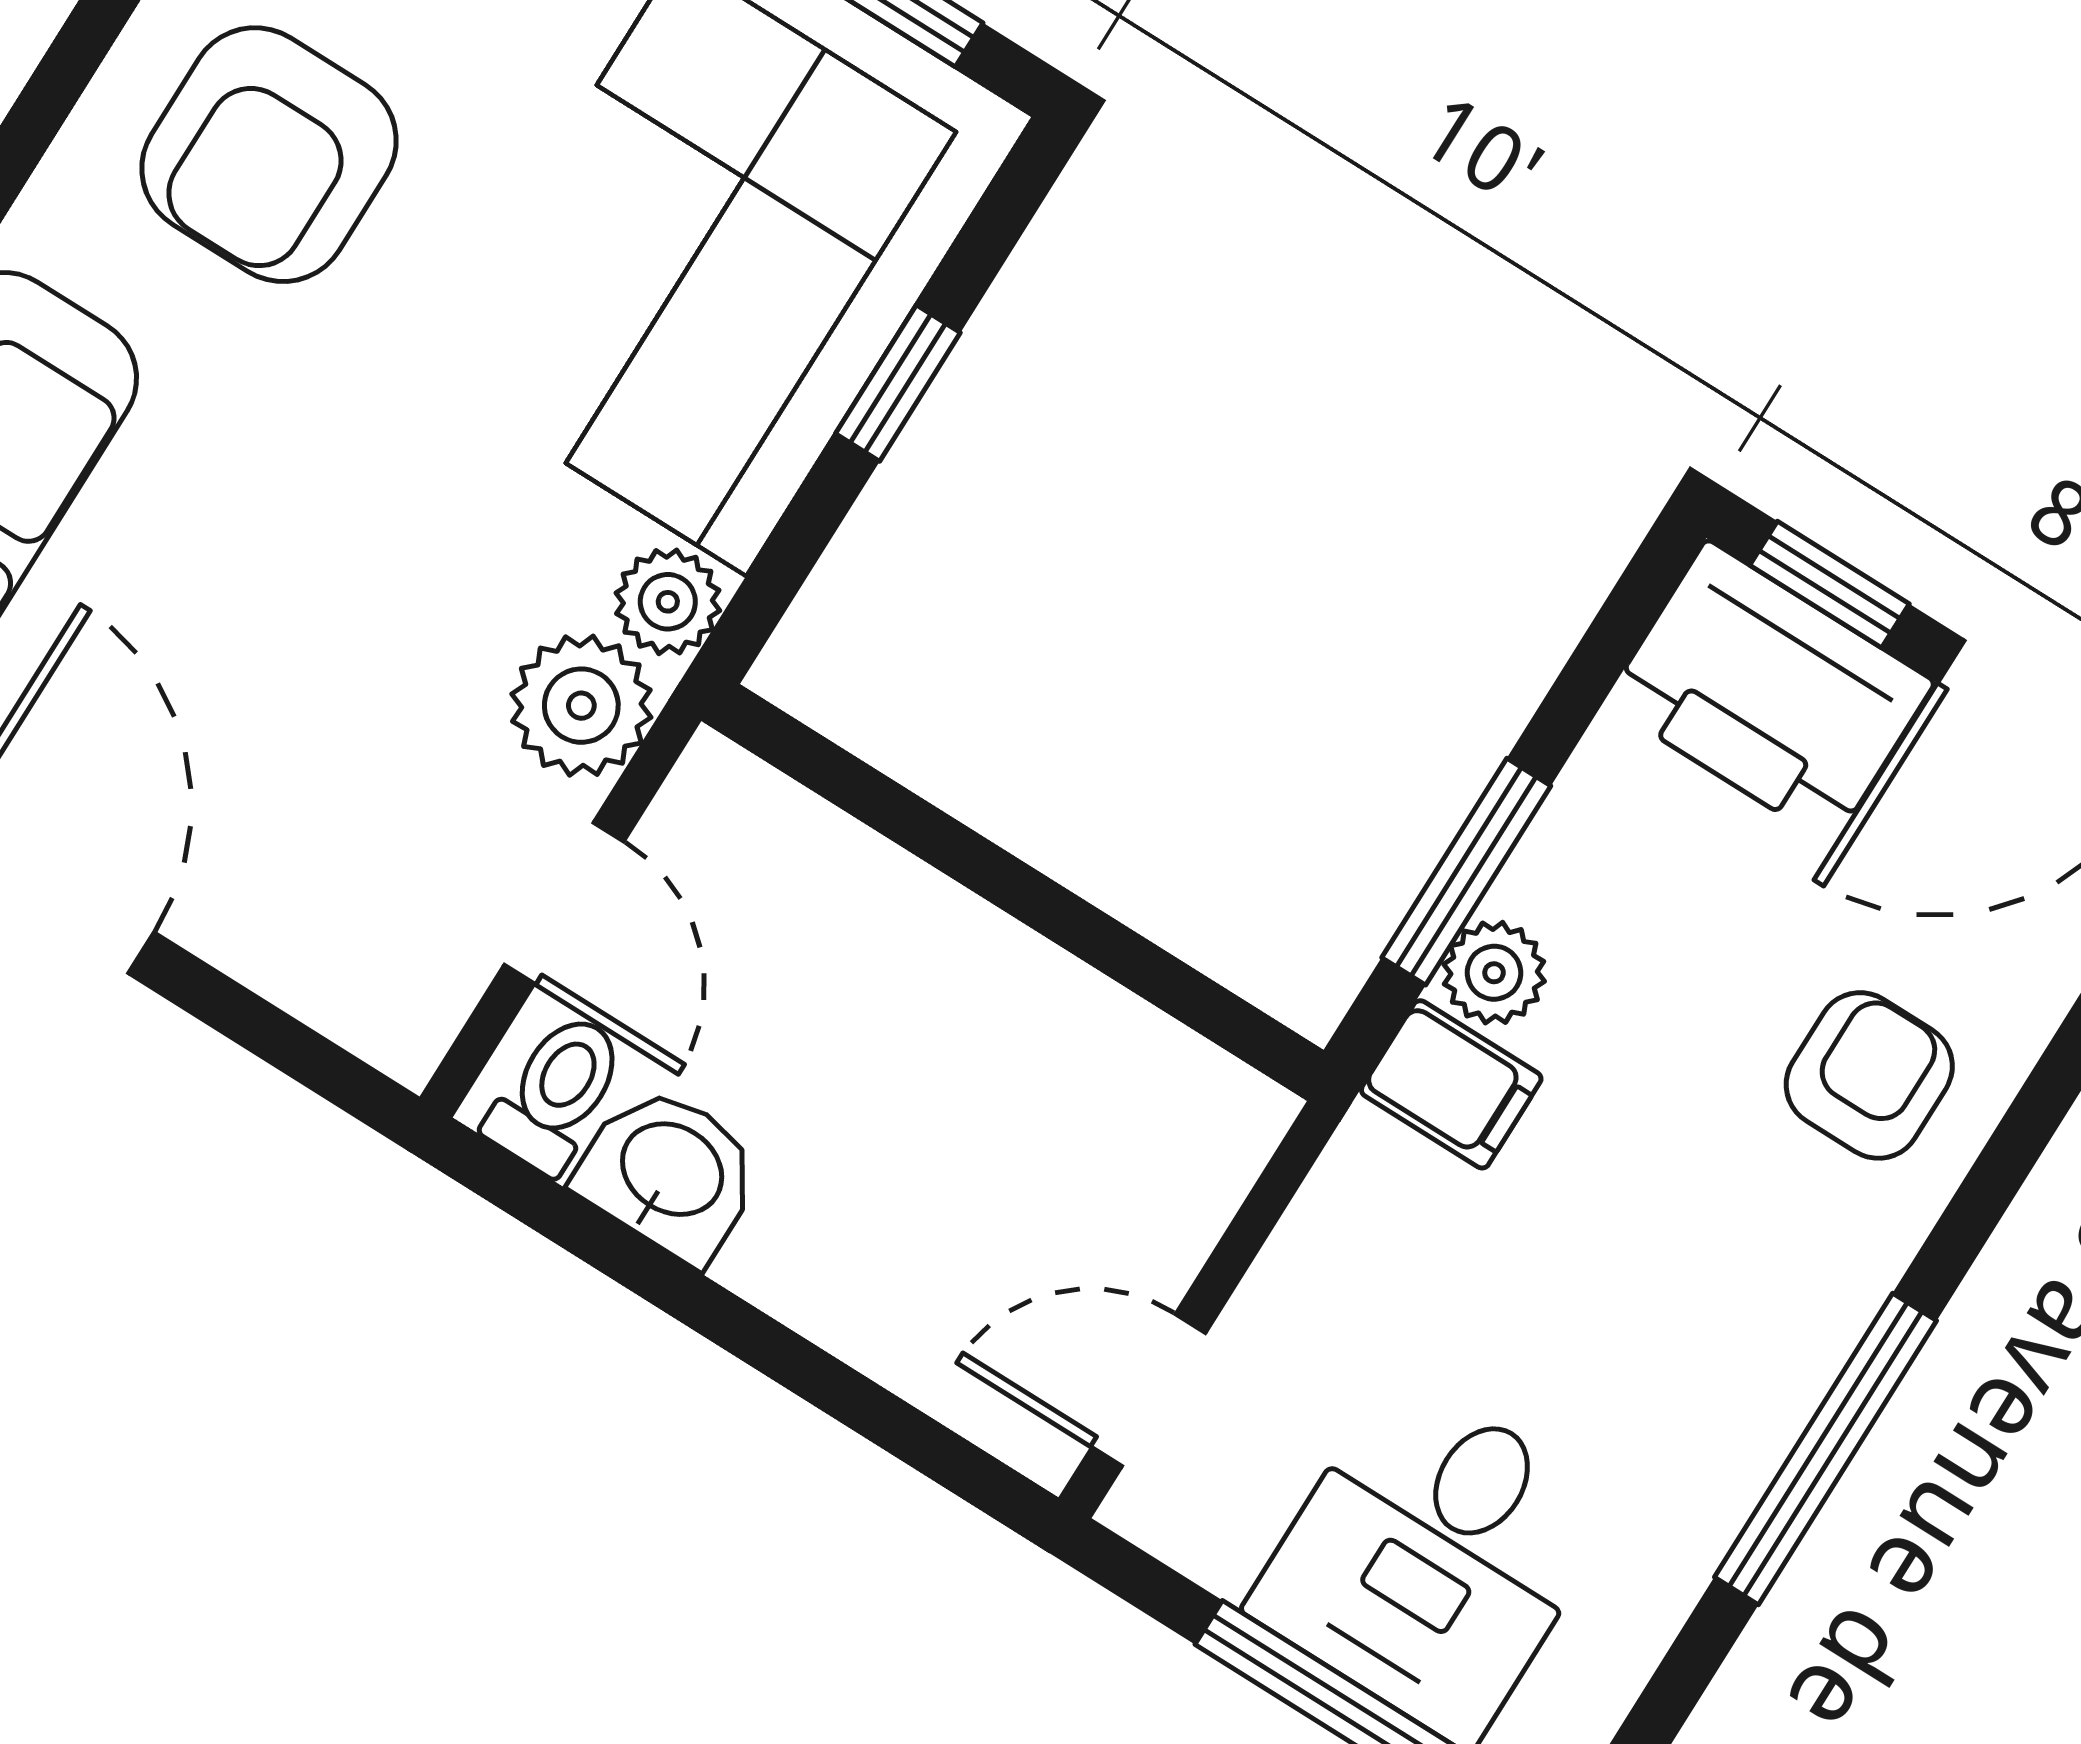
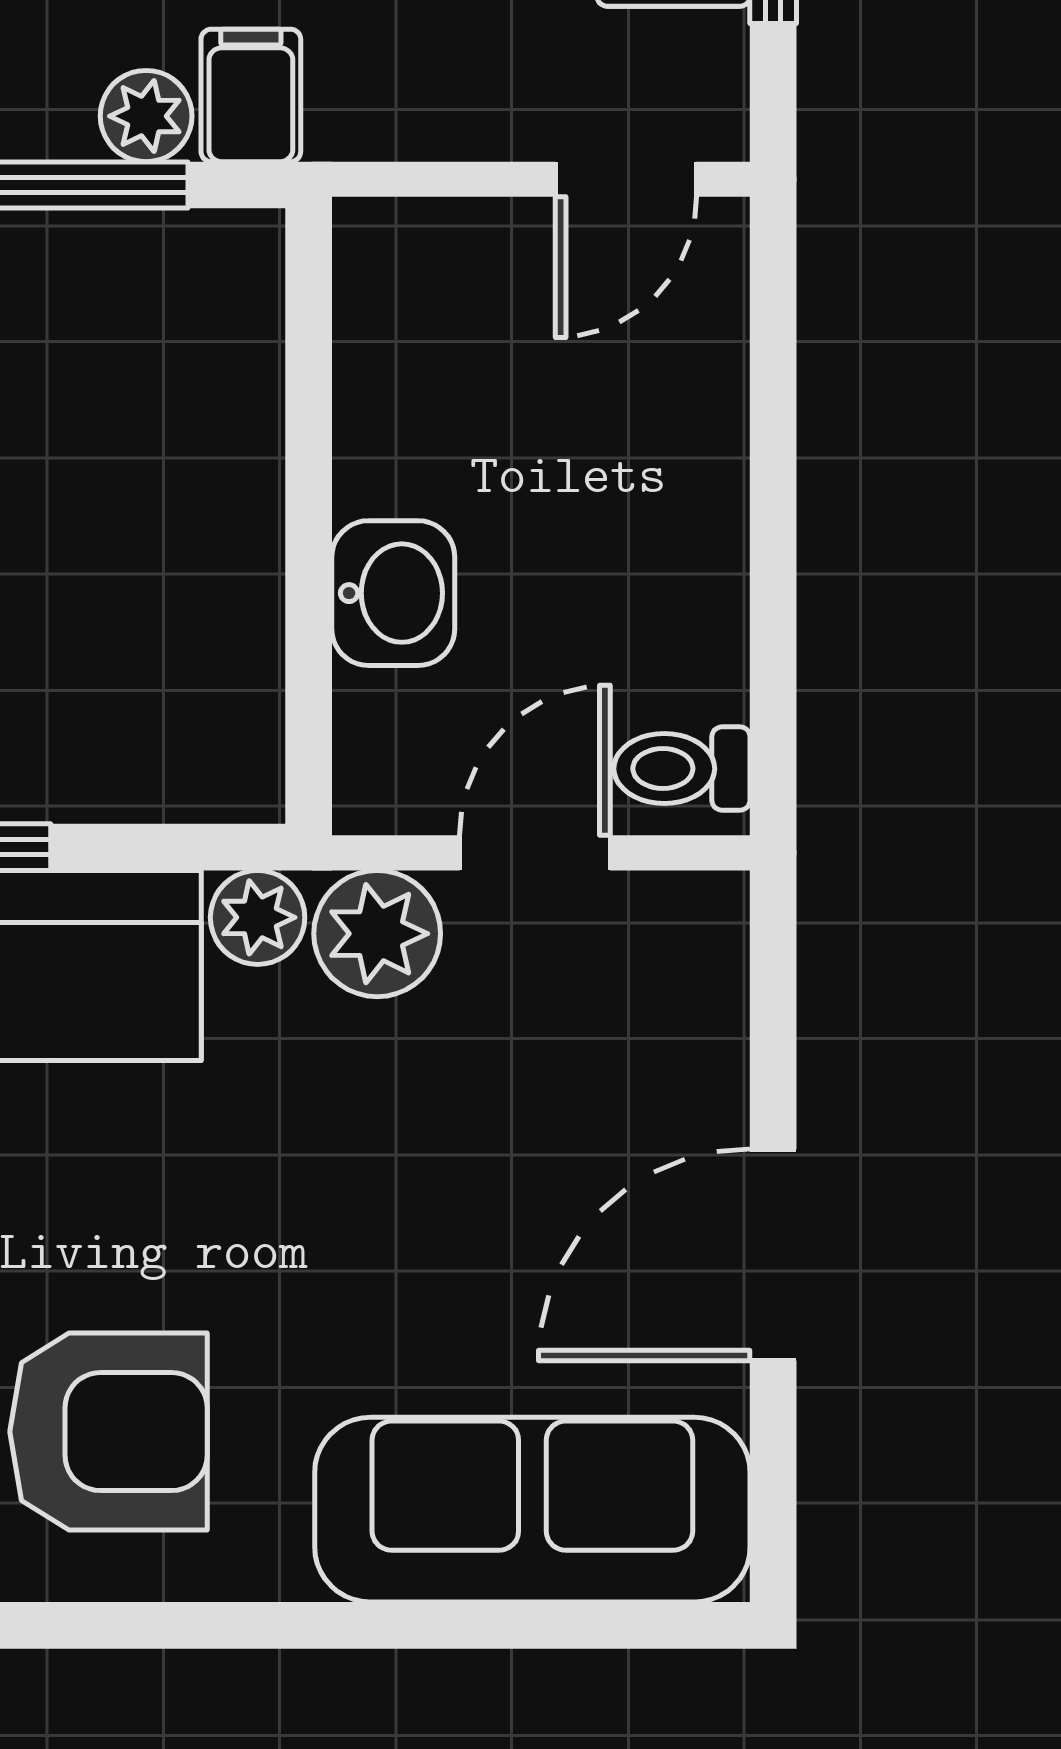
washbasin: (670, 1173) -> (393, 593), moved, turned 180
door: (1149, 1390) -> (626, 179), hinge flipped

